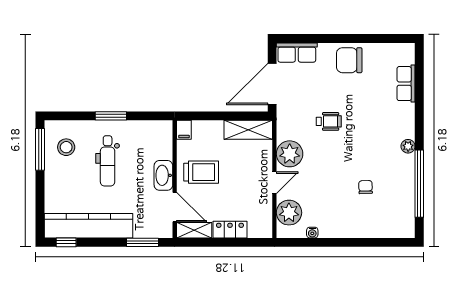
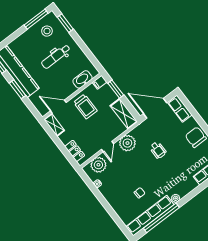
window: (111, 116) -> (65, 23), moved
window: (209, 116) -> (116, 89), added
washbasin: (163, 175) -> (82, 79), moved
door: (274, 183) -> (108, 146), hinge flipped
row of seats: (405, 196) -> (150, 216), added
door: (175, 207) -> (58, 107), swing flipped
locker: (230, 230) -> (75, 151), moved
window: (143, 242) -> (18, 89), moved

